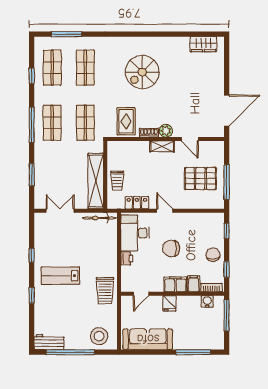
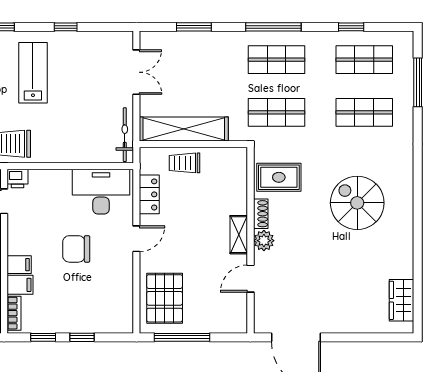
pallet: (200, 178) -> (165, 298), moved
window: (227, 231) -> (82, 337), moved
chair: (171, 248) -> (76, 249), turned -90
chair: (213, 255) -> (67, 316), removed
printer: (127, 258) -> (18, 178), moved
filing cabinet: (175, 284) -> (19, 265), width x0.50

